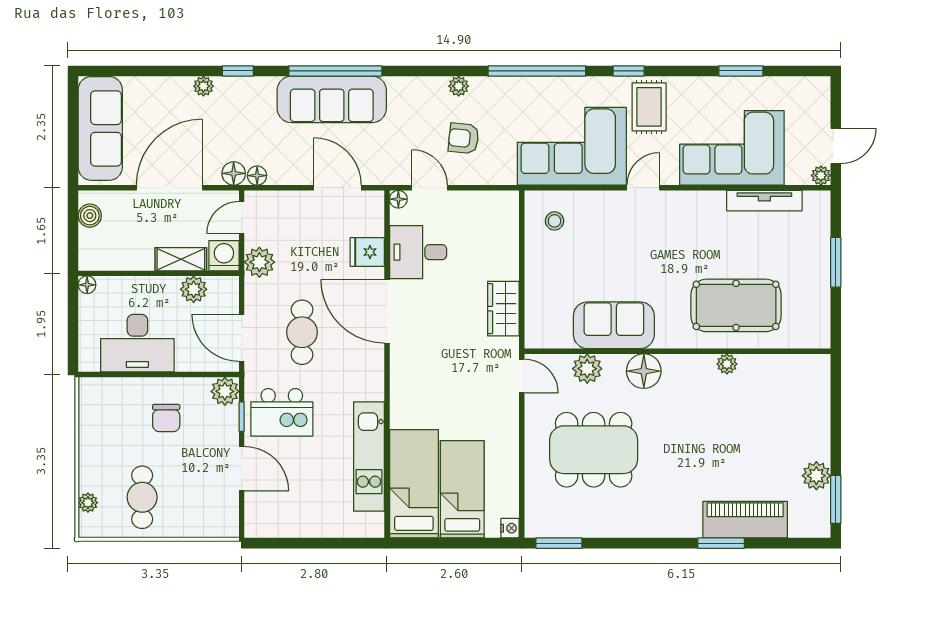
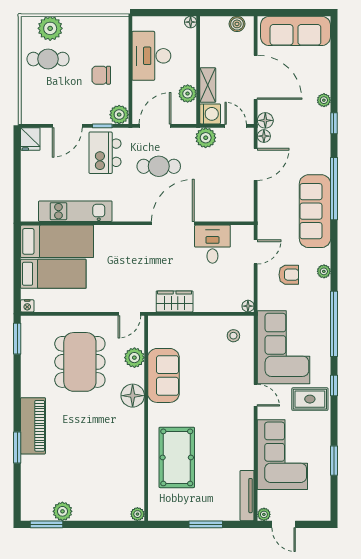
sofa: (332, 99) -> (315, 211), moved
armchair: (464, 138) -> (289, 275), turned 84
door: (337, 188) -> (256, 164), moved
floor lamp: (398, 199) -> (248, 306), moved
tv unit: (764, 201) -> (247, 496), moved
fridge: (367, 252) -> (30, 139), moved, turned 180
plant: (727, 364) -> (137, 514), moved
plant: (88, 503) -> (50, 28), width x1.88, depth x1.88
piano: (745, 520) -> (33, 426), moved

